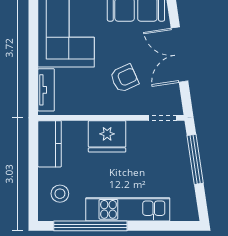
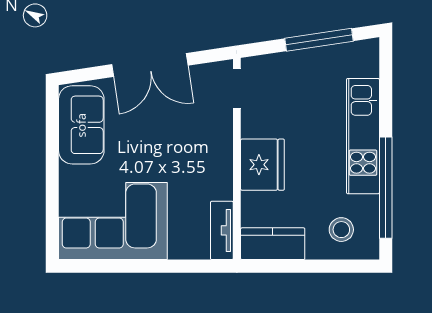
armchair: (124, 78) -> (182, 141), removed
tv unit: (46, 90) -> (222, 230), moved, turned -90
window: (195, 159) -> (319, 40), moved

